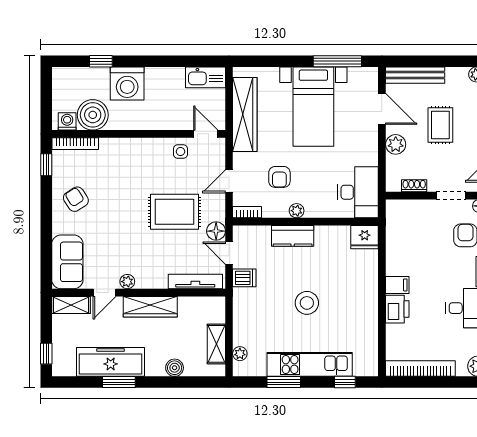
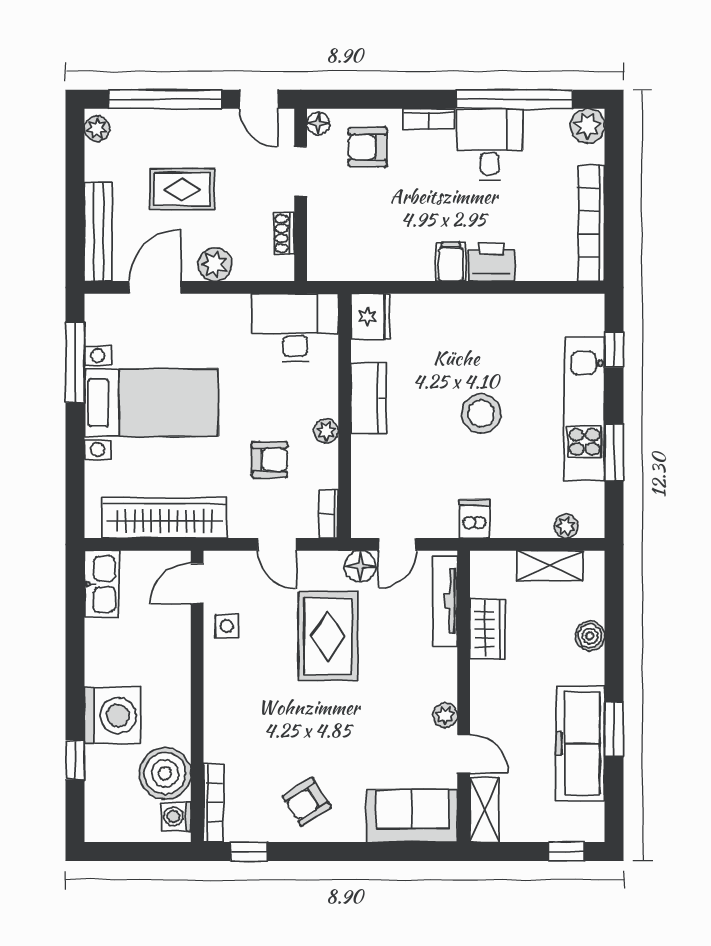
kitchen counter: (293, 236) -> (368, 398), moved
dishwasher: (244, 278) -> (475, 519), moved
wardrobe: (150, 307) -> (487, 629), moved, width x0.67

